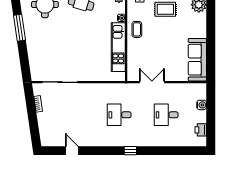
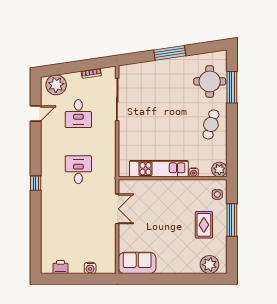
window: (19, 28) -> (170, 53), moved
coffee table: (137, 29) -> (180, 191), removed
sofa: (197, 60) -> (137, 263), width x0.73
desk: (166, 115) -> (78, 114), moved, turned 180
plant: (48, 133) -> (56, 85), added

